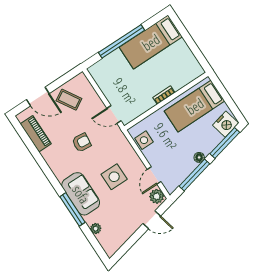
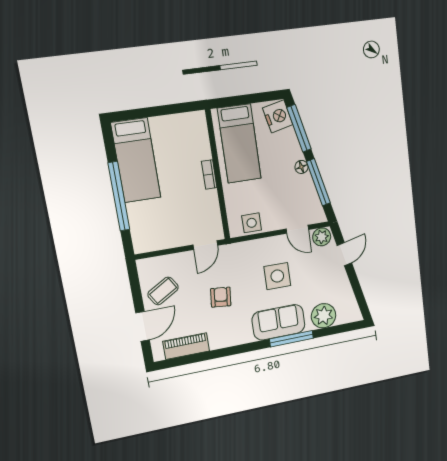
plant: (96, 229) -> (324, 316), width x1.88, depth x1.88

